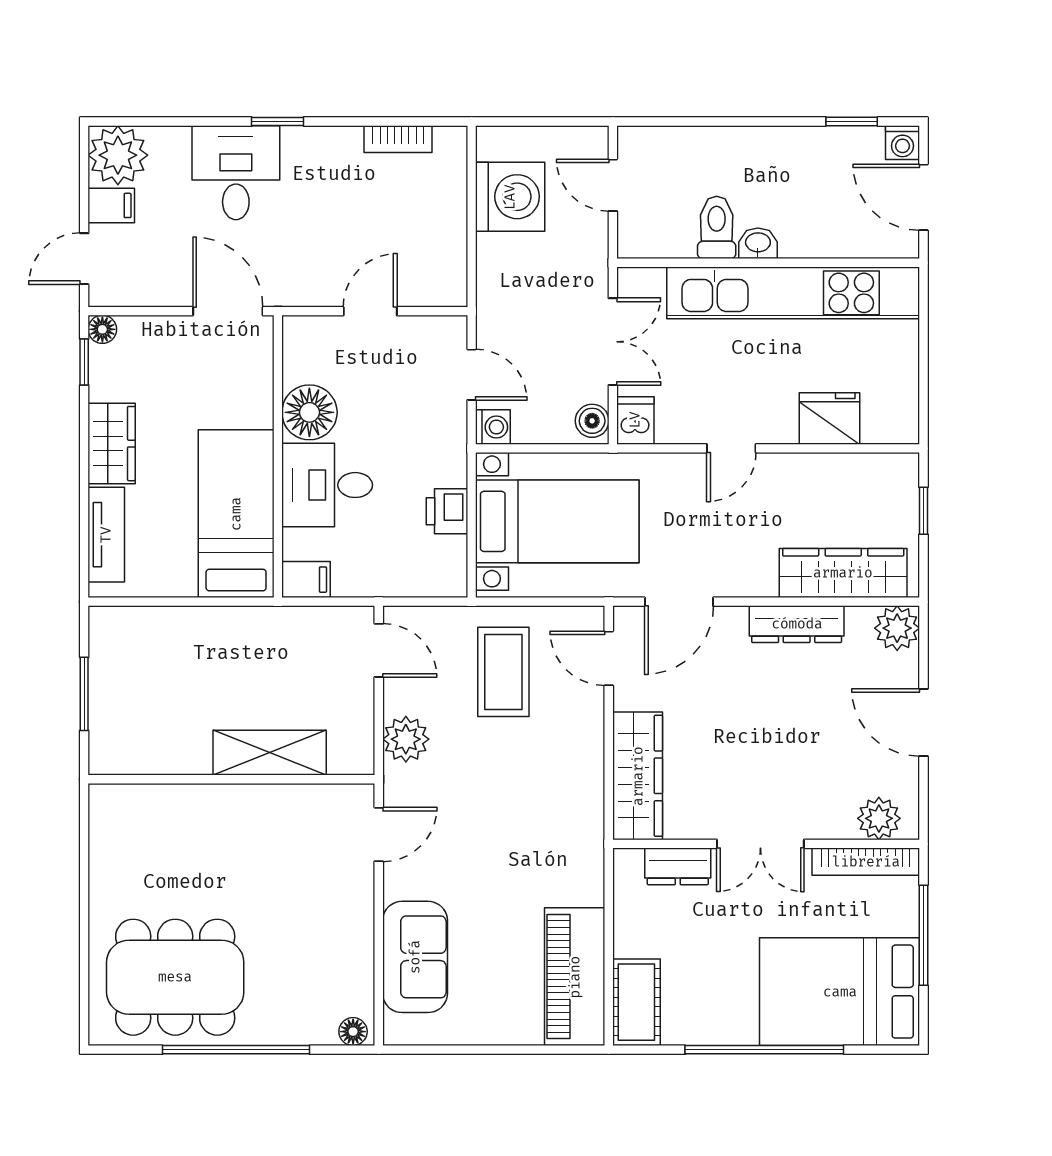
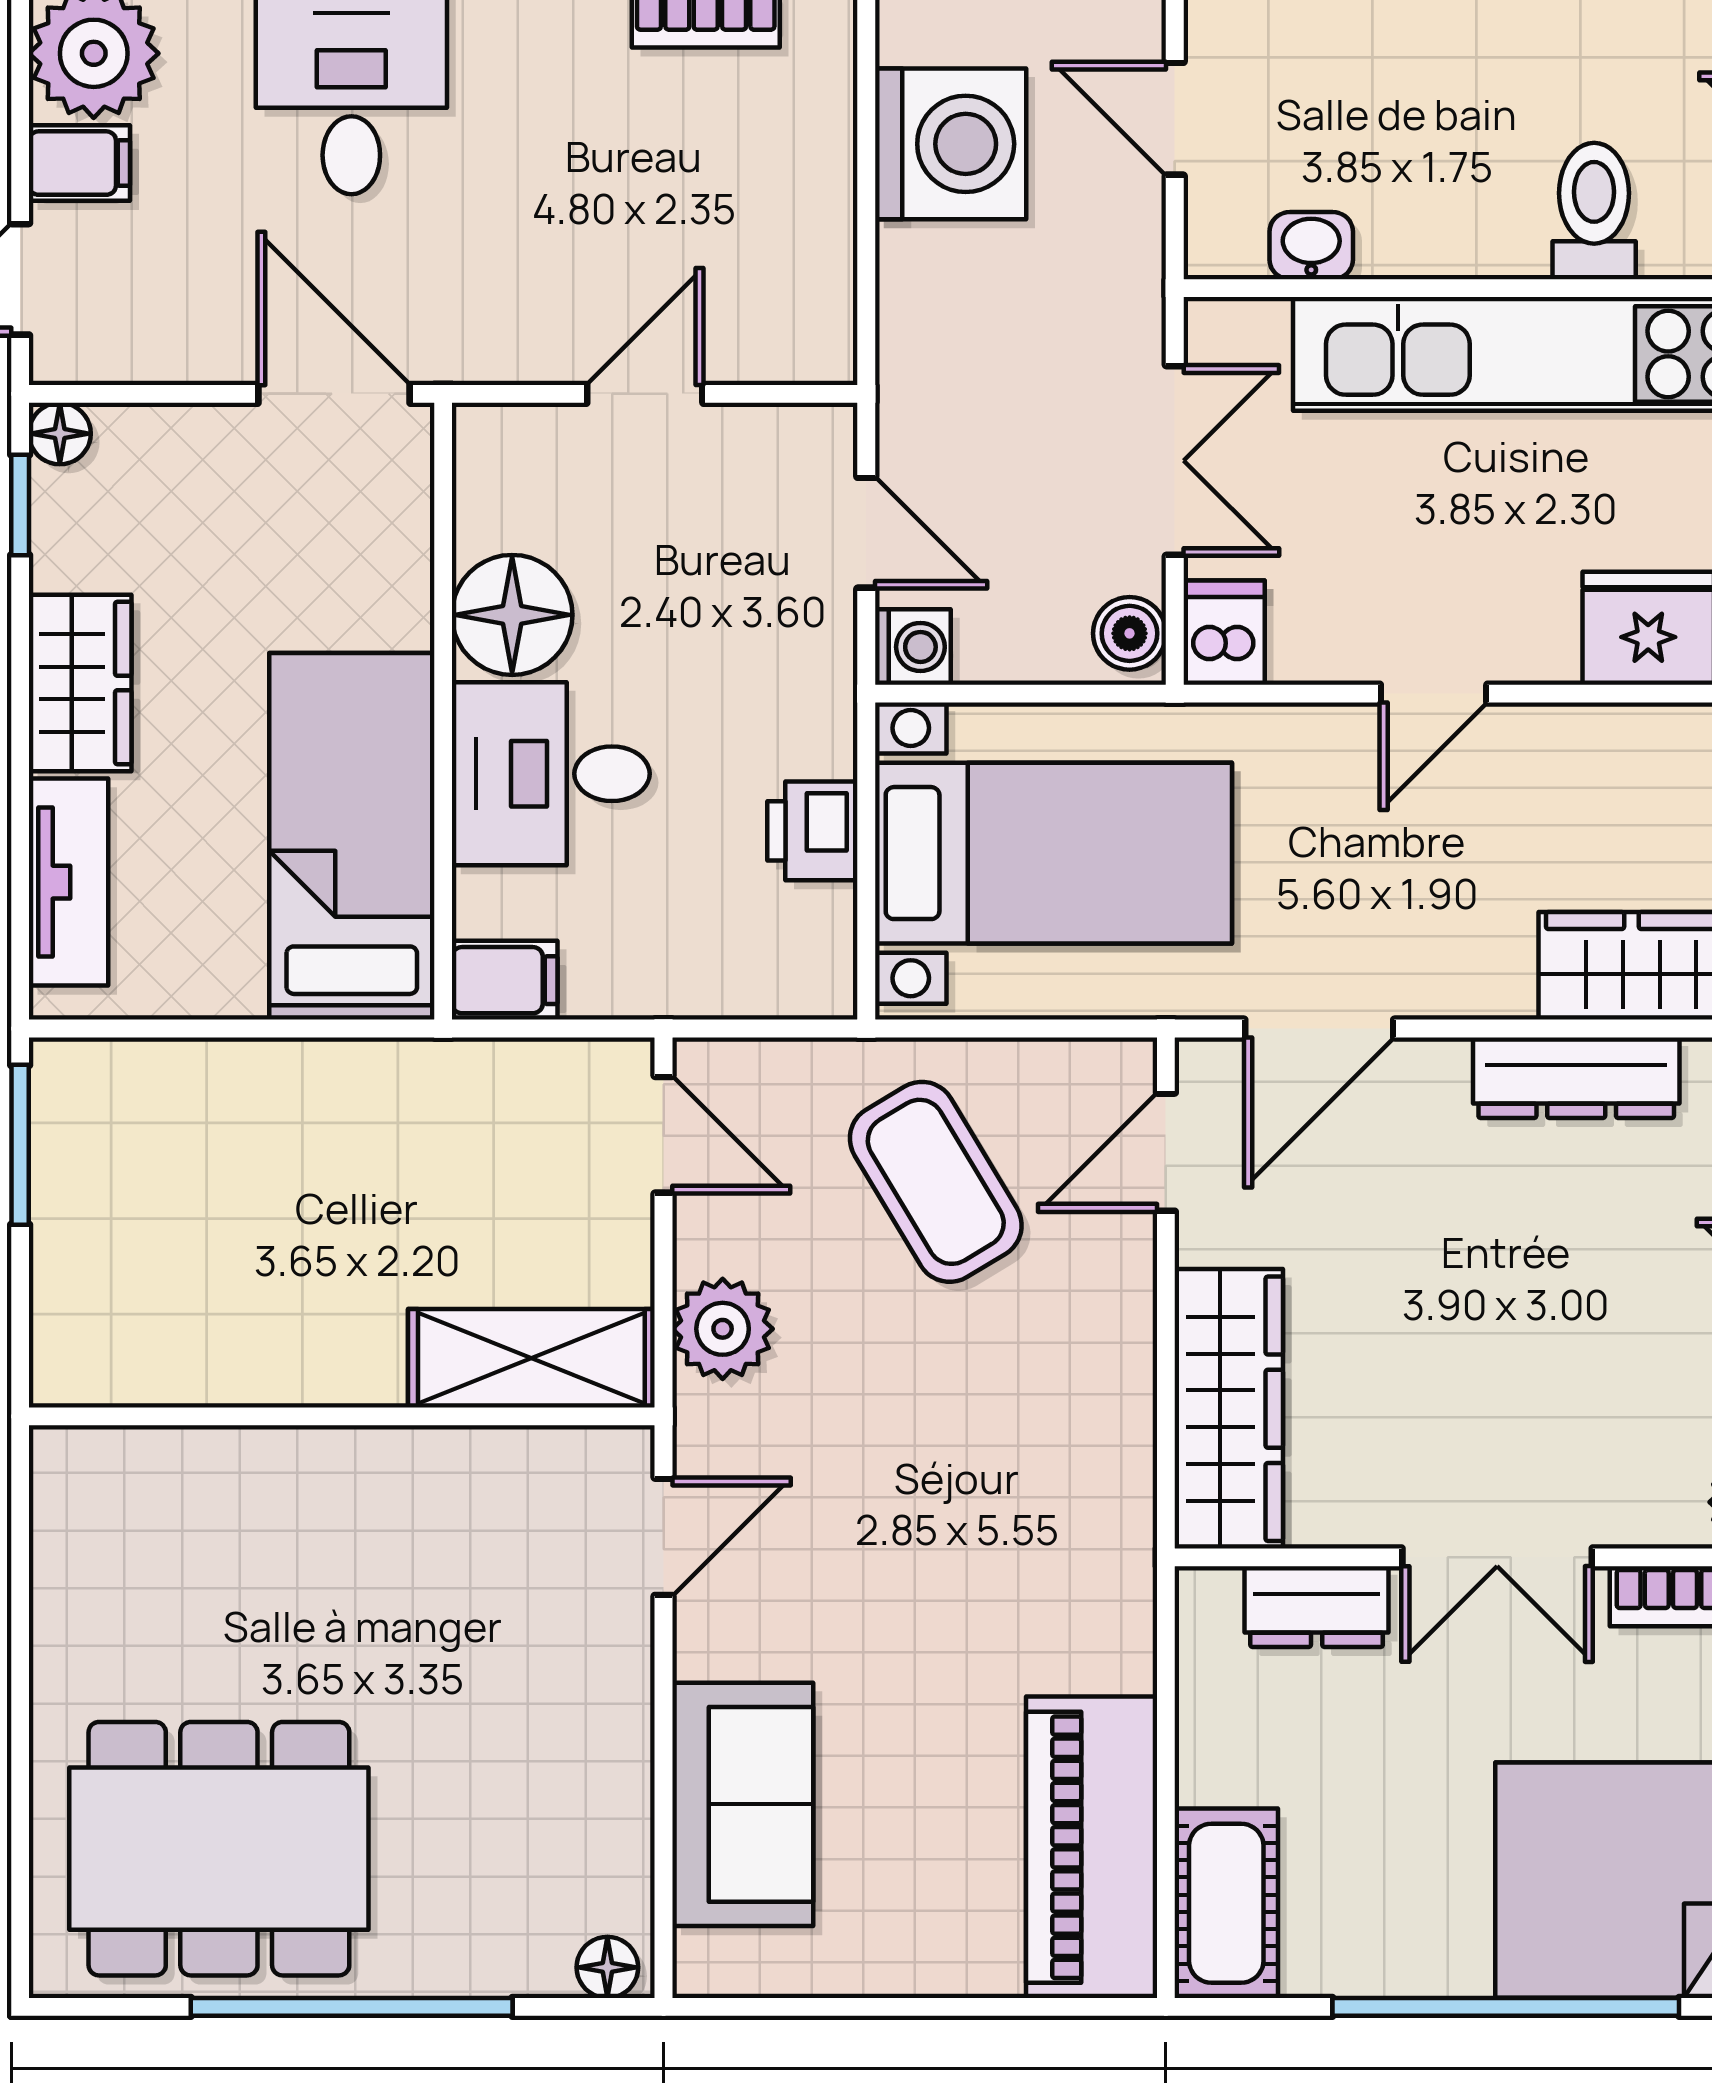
toilet: (717, 227) -> (1594, 211), moved
washbasin: (758, 243) -> (1311, 246), moved
door: (609, 658) -> (1166, 1152), hinge flipped
coffee table: (503, 672) -> (936, 1182), turned -31
window: (84, 694) -> (20, 1145), moved
shelving: (270, 753) -> (531, 1358), moved

